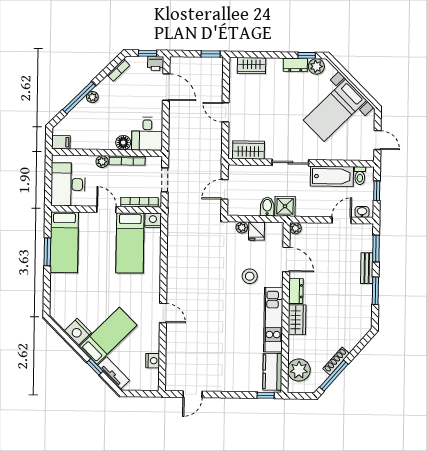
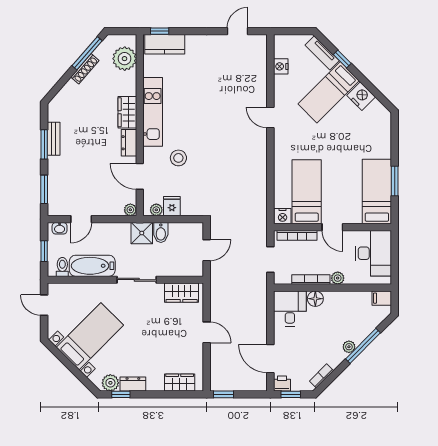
plant: (242, 227) -> (156, 210), moved
bench: (367, 268) -> (54, 139), moved
kitchen counter: (272, 372) -> (165, 44), moved, turned 90

